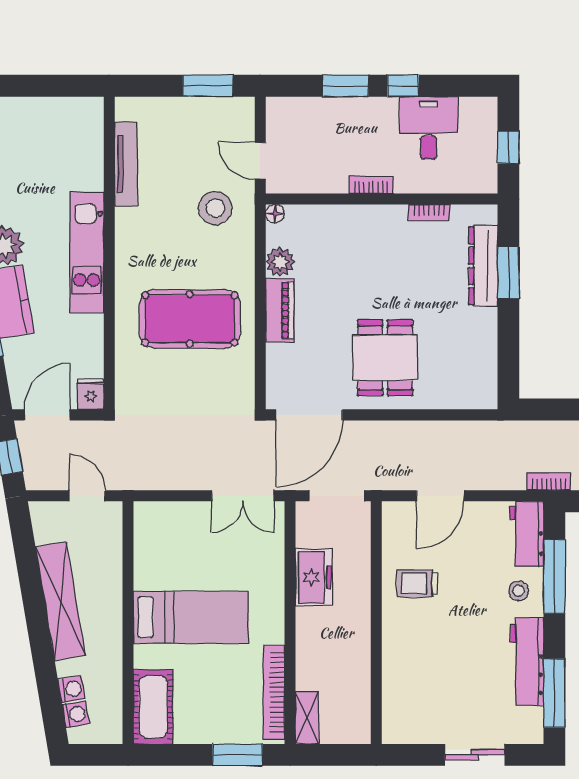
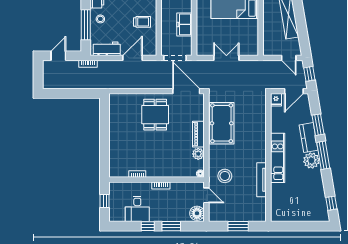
window: (208, 86) -> (238, 226), moved
floor lamp: (283, 117) -> (197, 213), added
tv unit: (126, 164) -> (262, 180), moved
dresser: (483, 266) -> (115, 152), removed
window: (508, 273) -> (105, 150), removed
pool table: (190, 319) -> (222, 123), moved, turned 90
door: (309, 415) -> (186, 91), hinge flipped
door: (87, 496) -> (289, 58), moved
double door: (243, 496) -> (226, 58), moved
workbench: (527, 534) -> (107, 49), moved, turned -90

